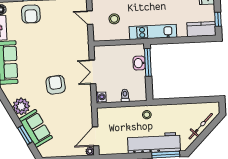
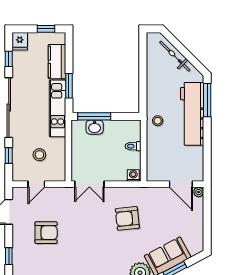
armchair: (31, 14) -> (46, 233), moved
kitchen counter: (201, 29) -> (57, 62), moved
window: (172, 40) -> (69, 86), added
double door: (93, 72) -> (89, 184), moved
armchair: (56, 85) -> (127, 218), moved

